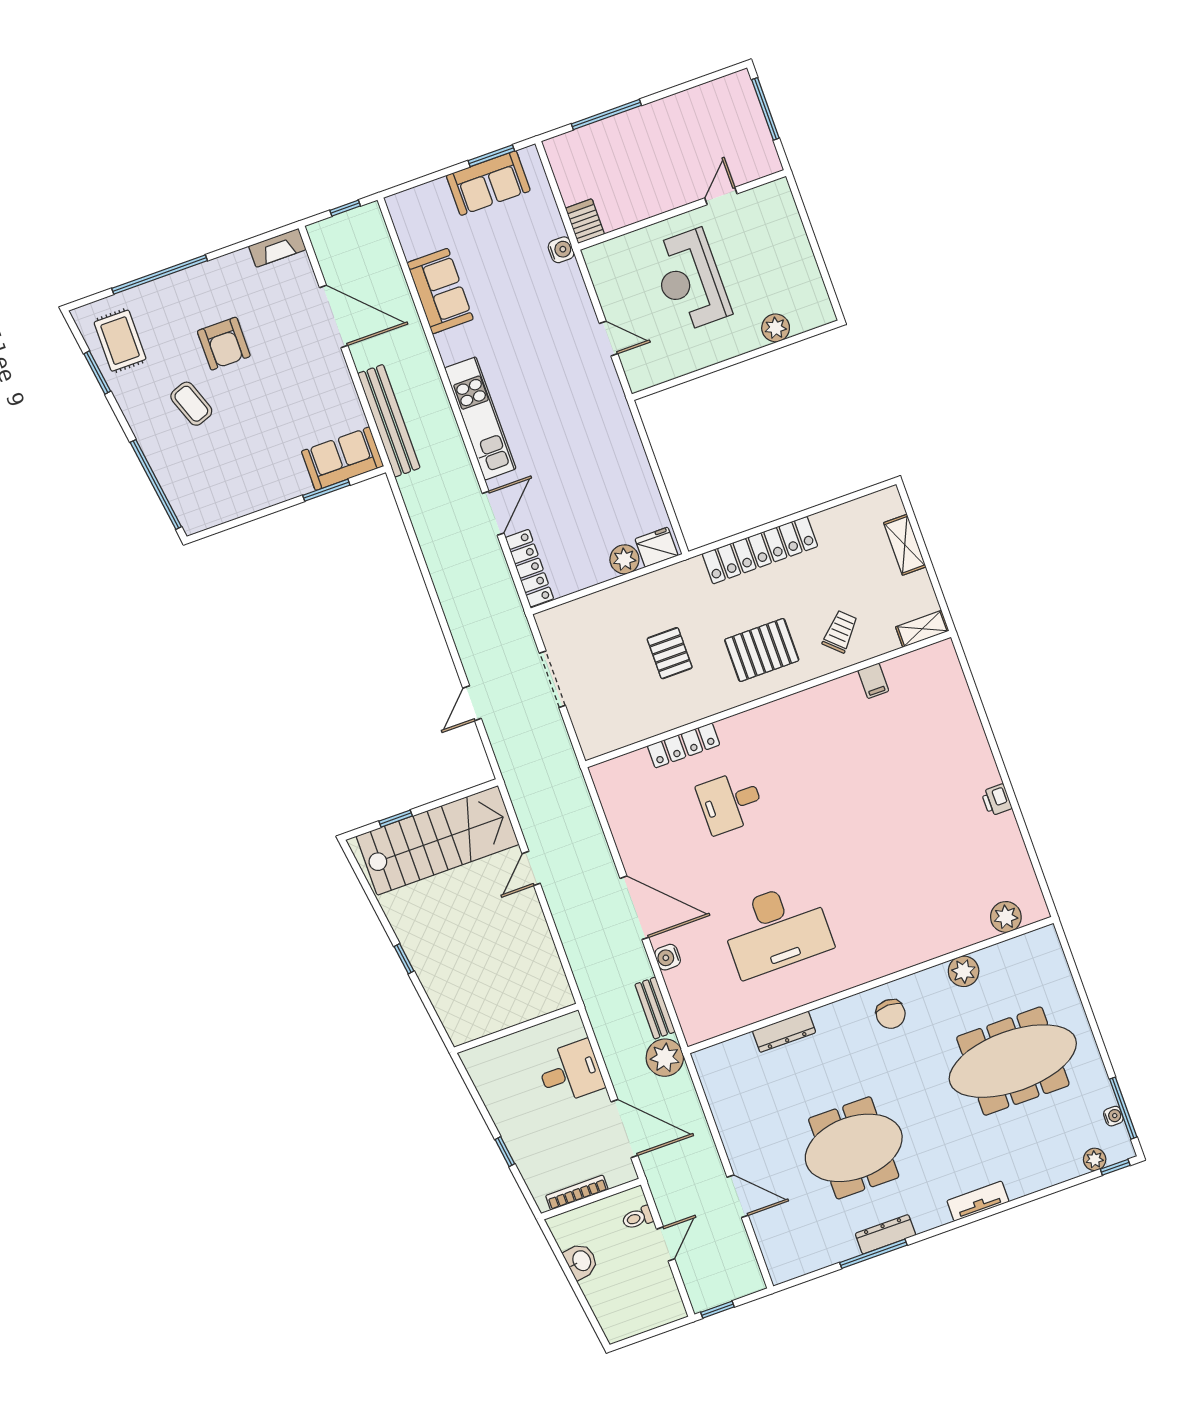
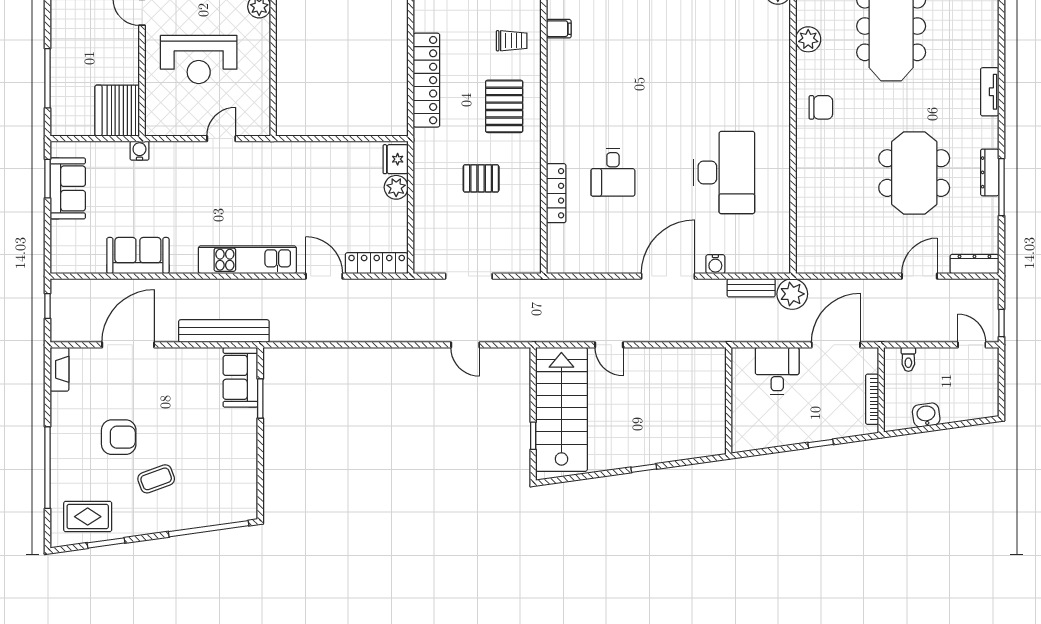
server rack: (585, 221) -> (117, 111), width x2.18, depth x1.44
trolley: (840, 632) -> (512, 41), turned 137
dresser: (784, 1032) -> (974, 264), moved, turned -90
door: (666, 1244) -> (972, 345), moved

